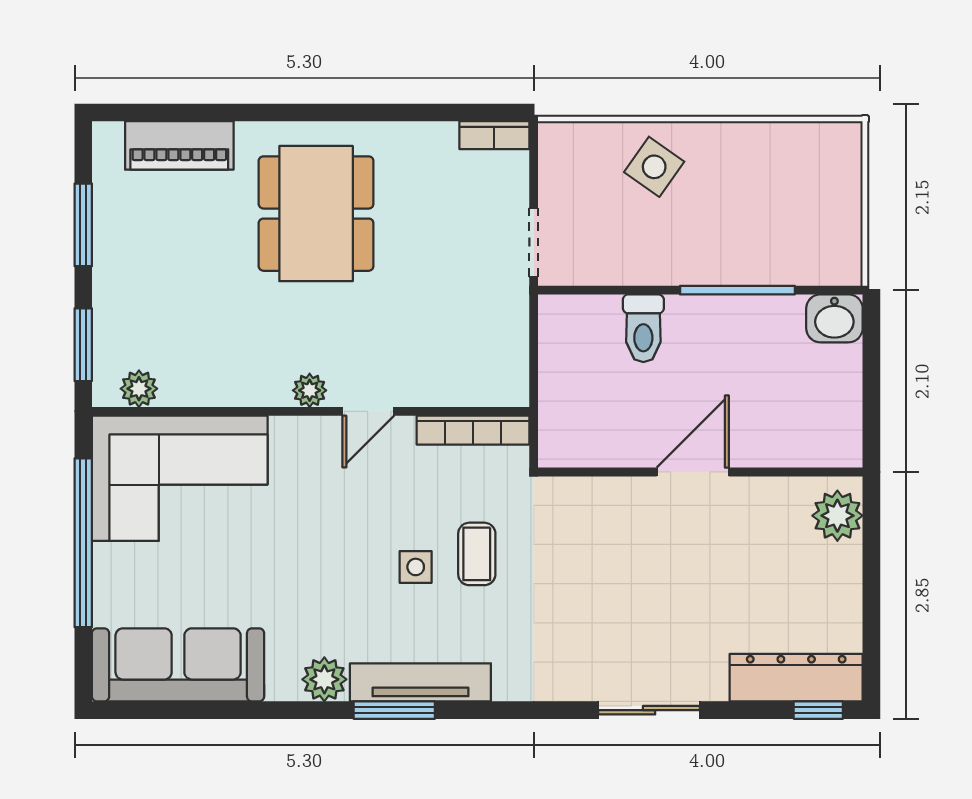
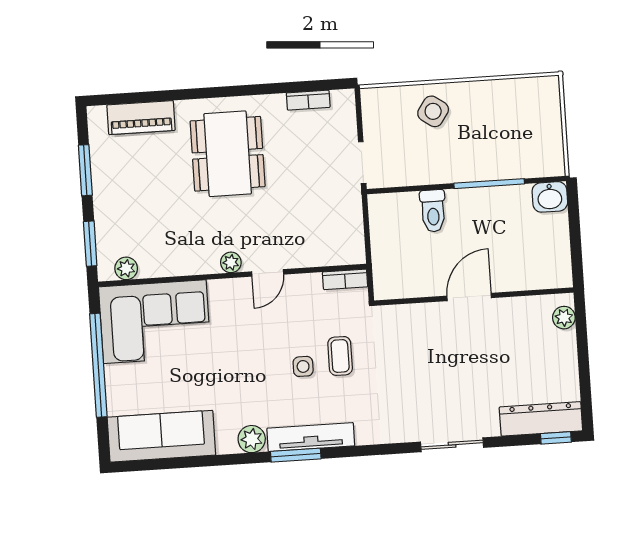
bookcase: (494, 135) -> (308, 100), moved
bookcase: (473, 430) -> (345, 279), width x0.64
plant: (837, 516) -> (564, 318), width x0.73, depth x0.73

